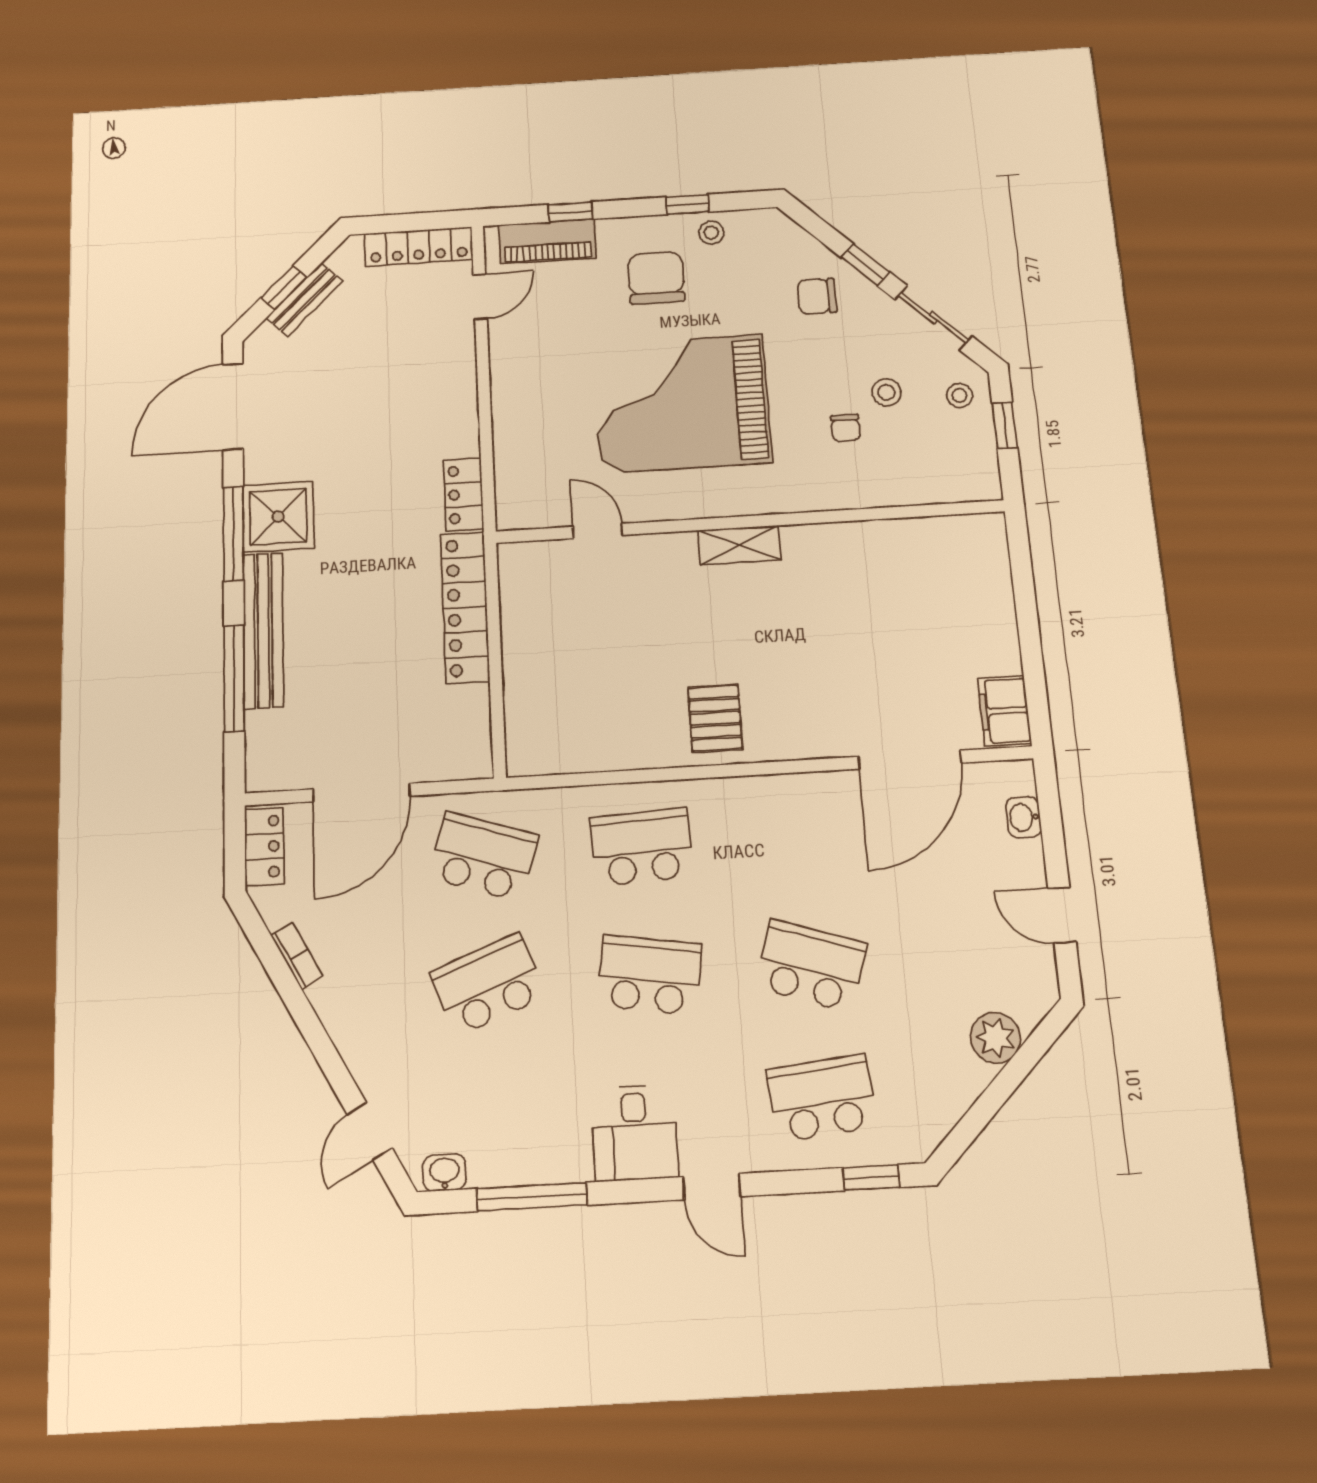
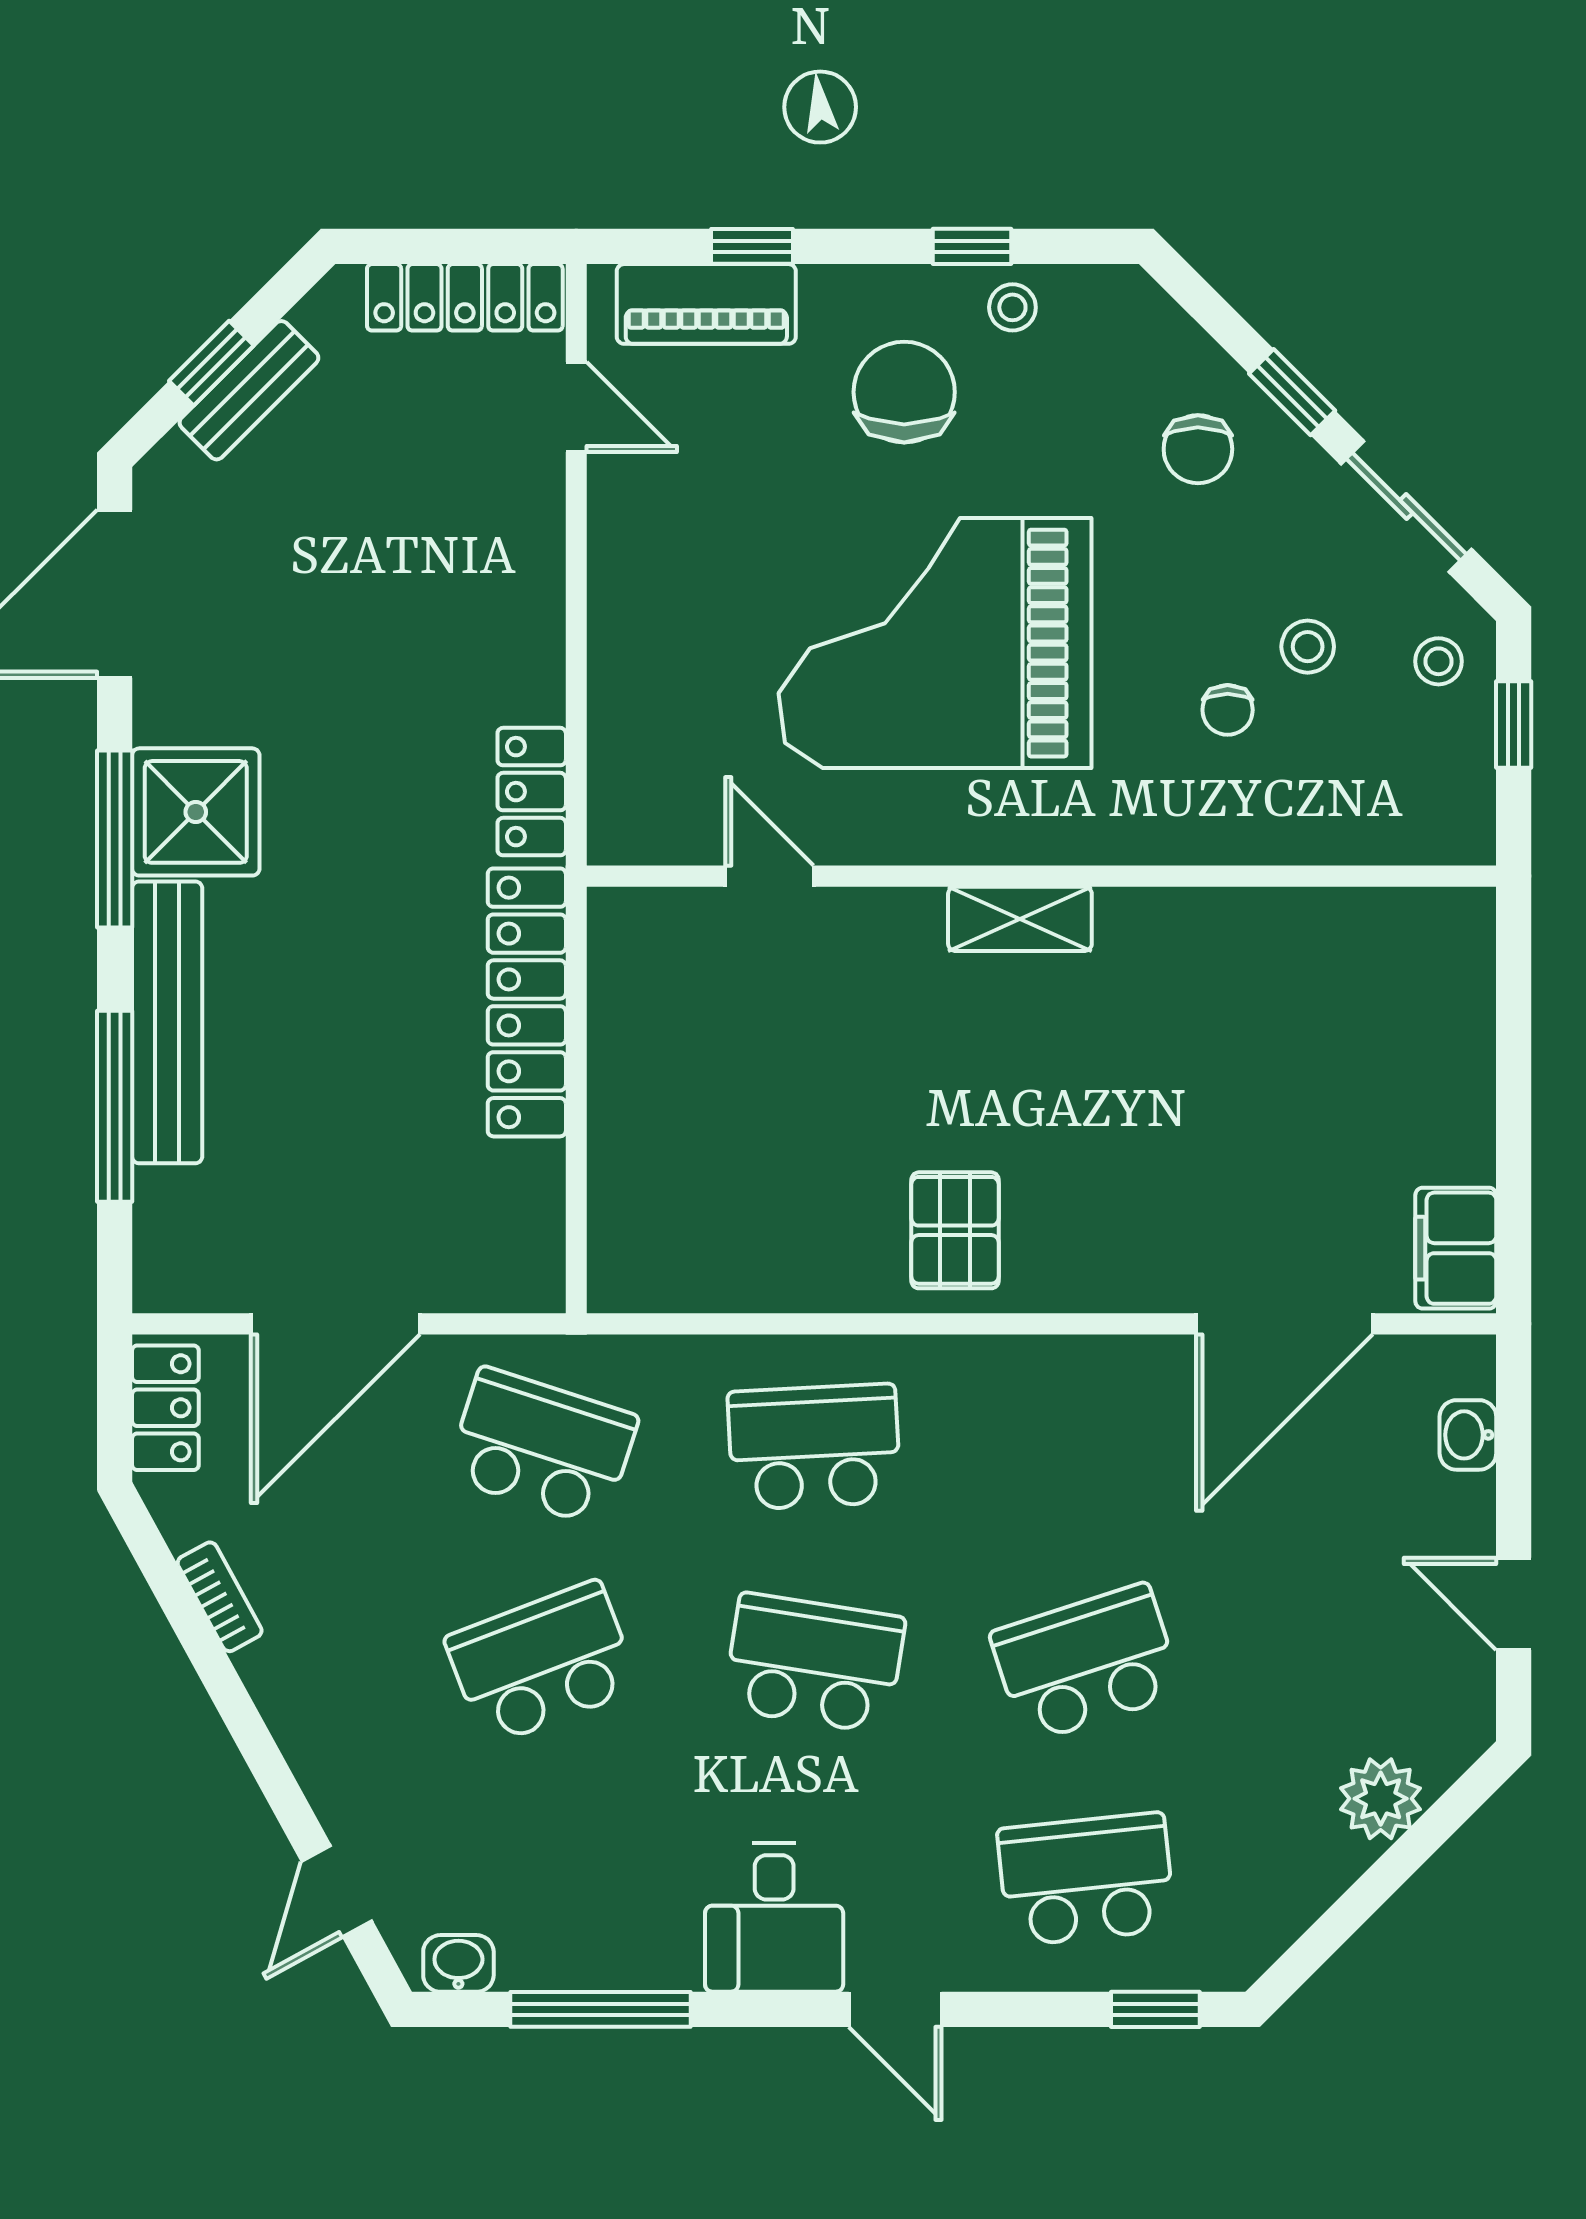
chair: (817, 296) -> (1198, 449), turned -90
door: (480, 297) -> (576, 407), hinge flipped
school desk: (811, 965) -> (1086, 1663), turned -36

